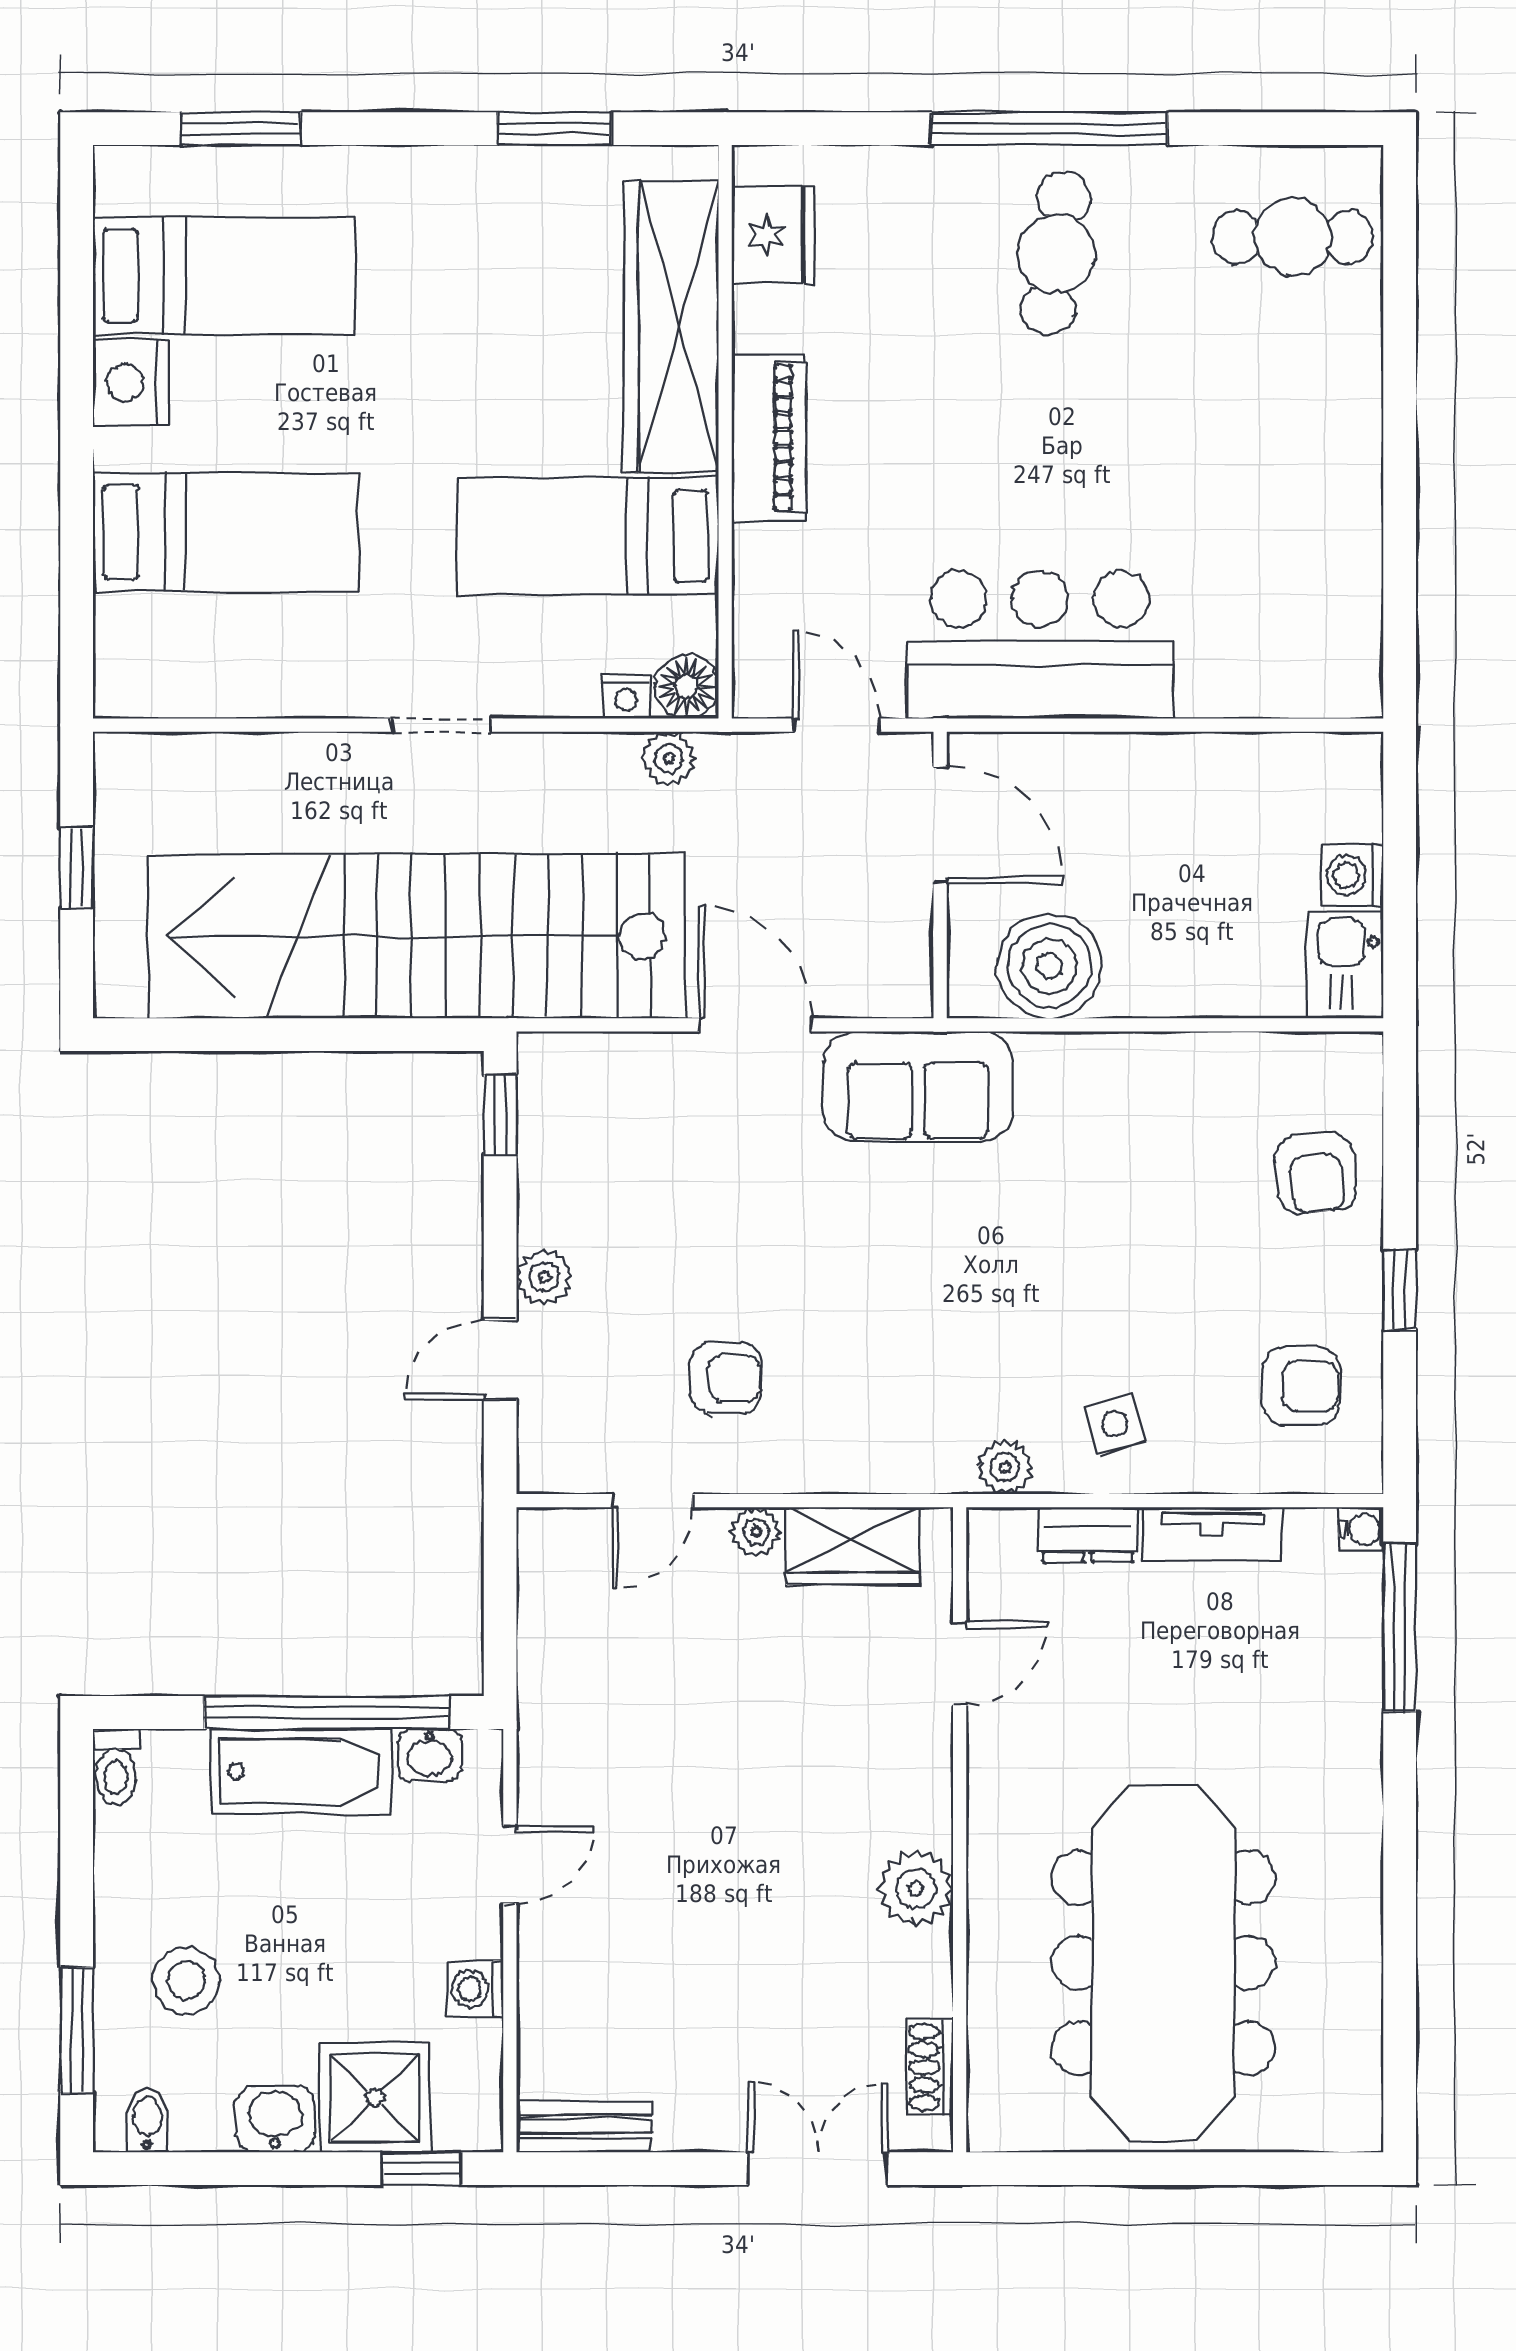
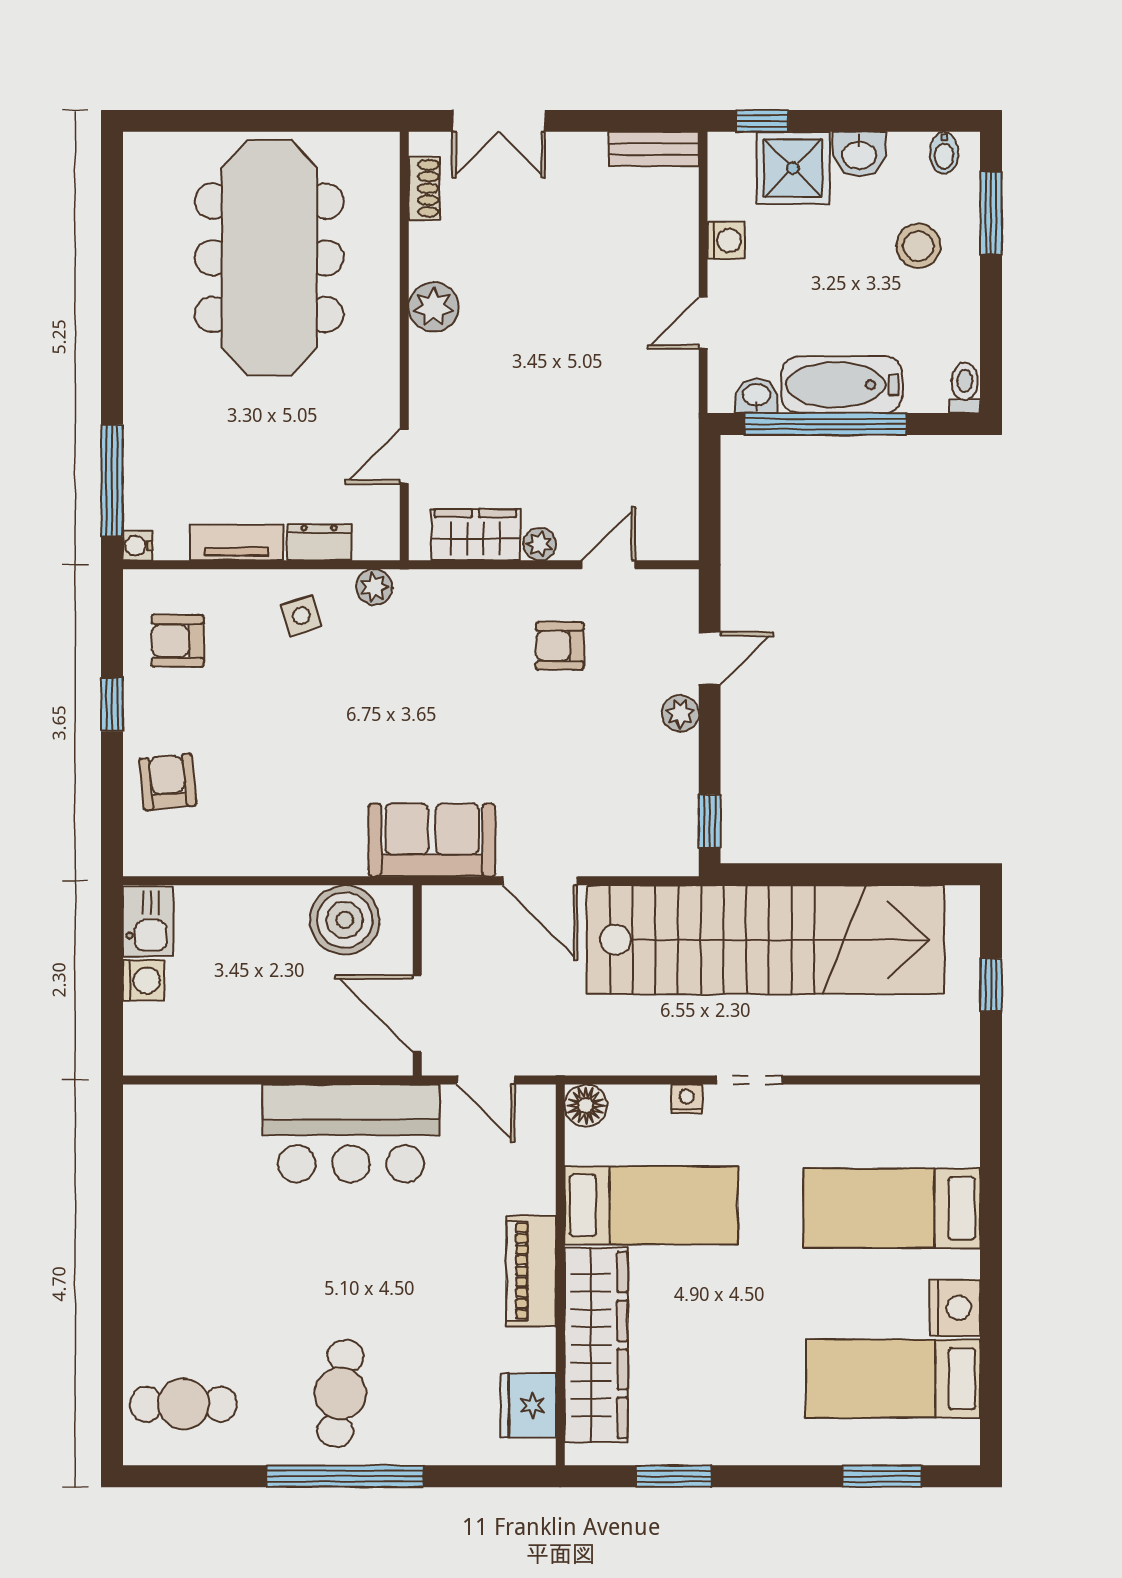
nightstand: (626, 697) -> (687, 1099), moved
plant: (669, 758) -> (598, 1058), removed

